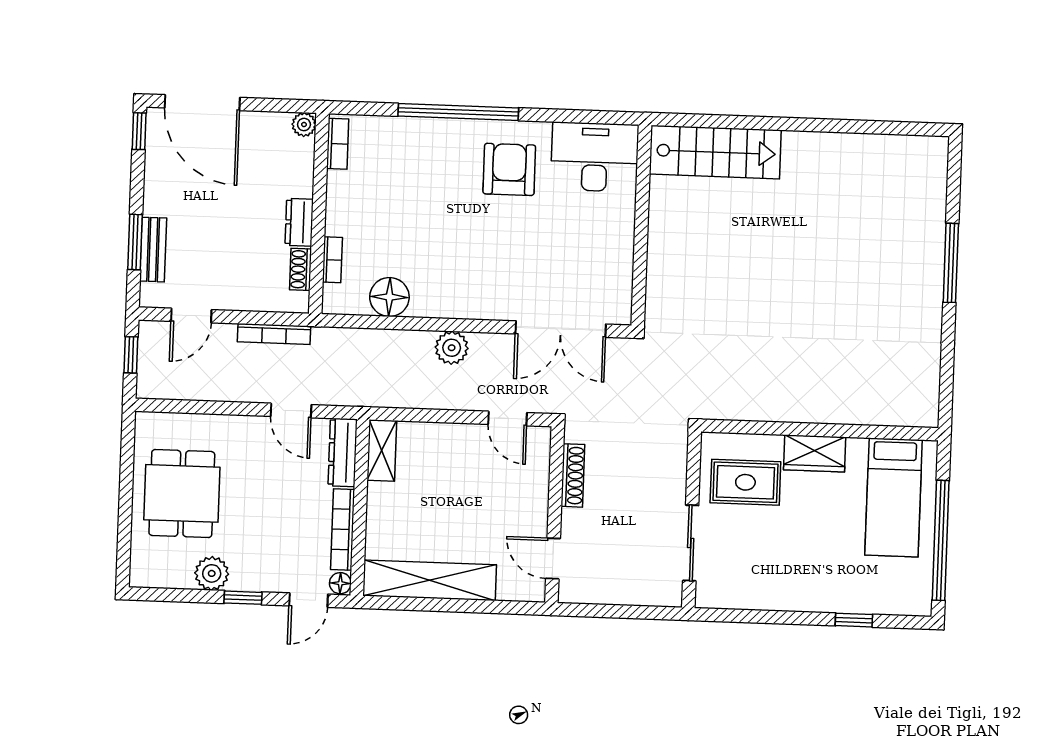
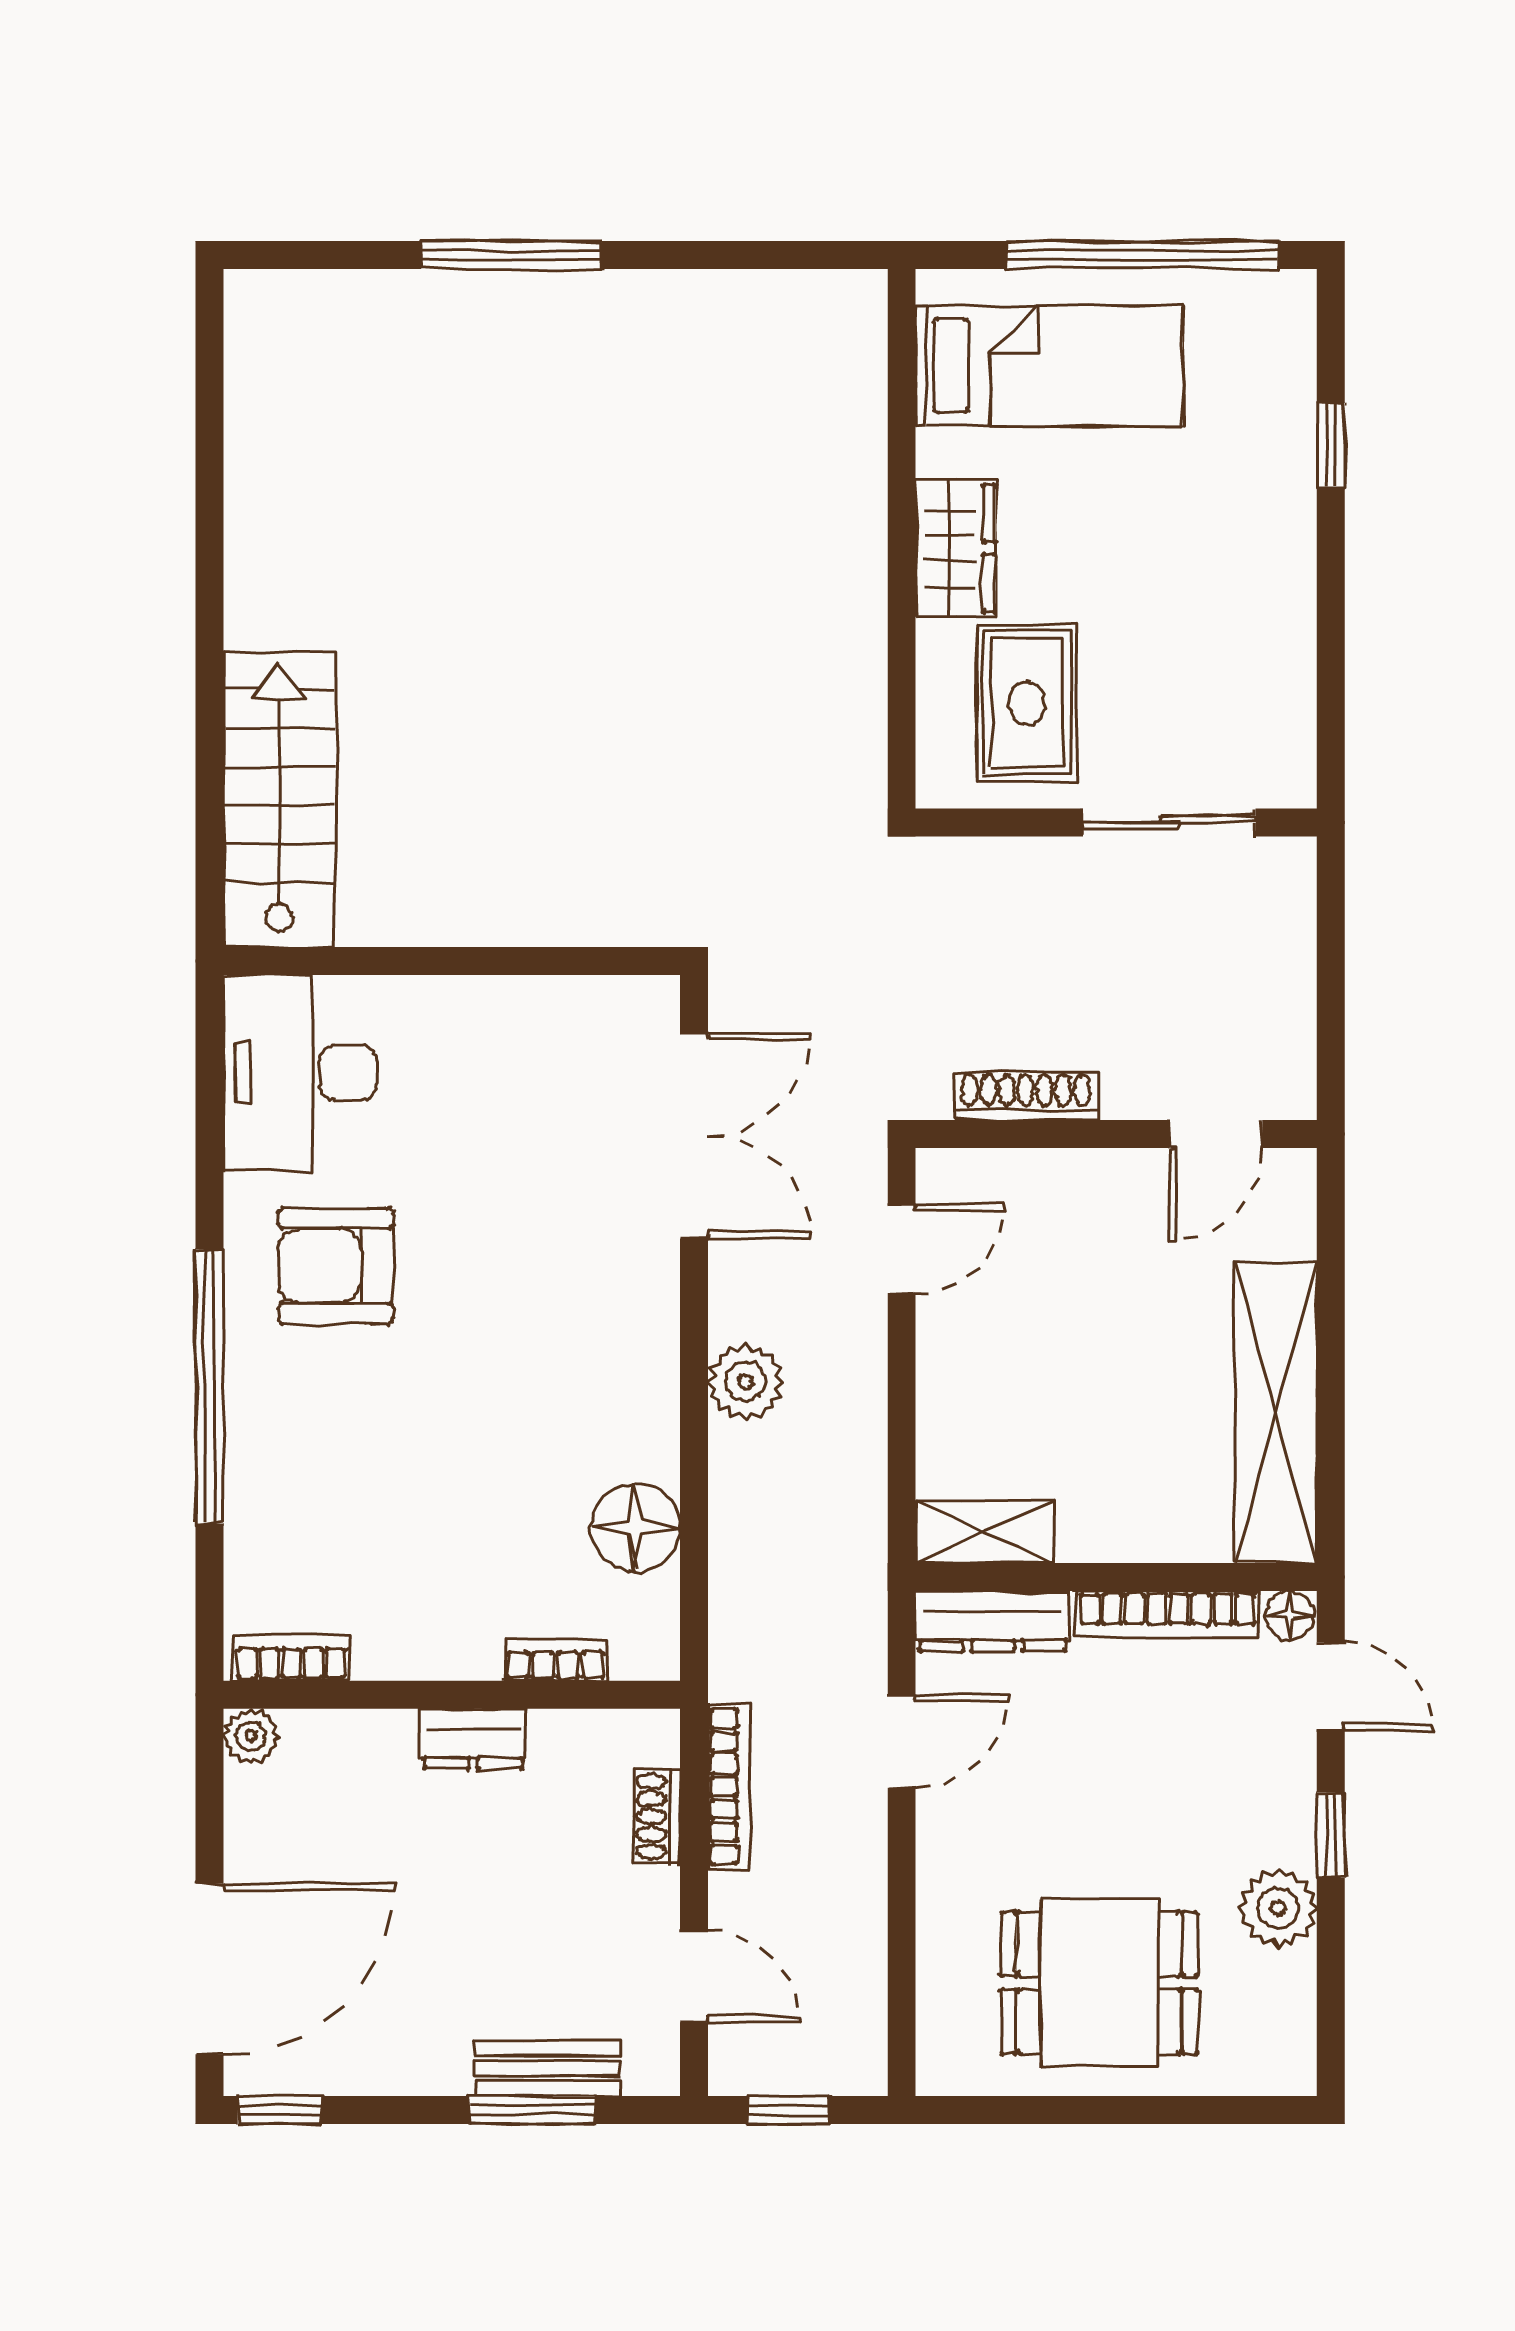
shoe rack: (301, 269) -> (657, 1816), moved, turned 90

